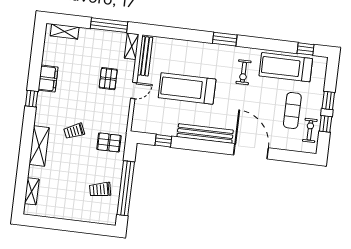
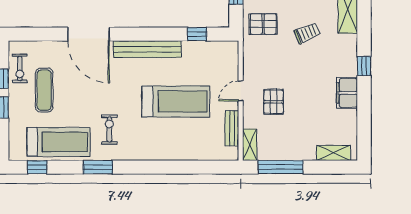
window: (225, 39) -> (98, 167), moved
bench: (145, 56) -> (232, 128), width x0.73

